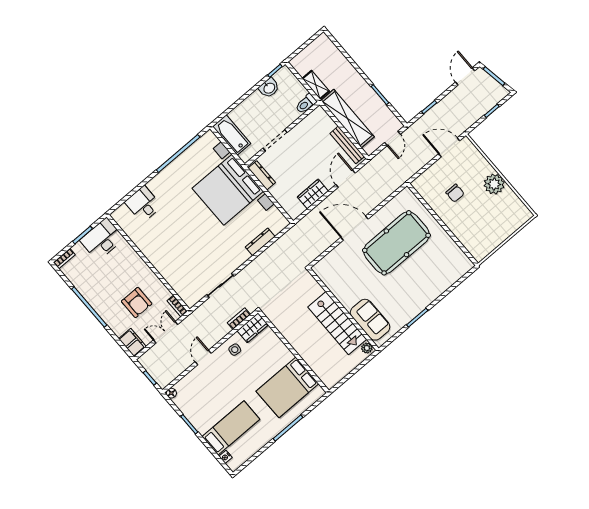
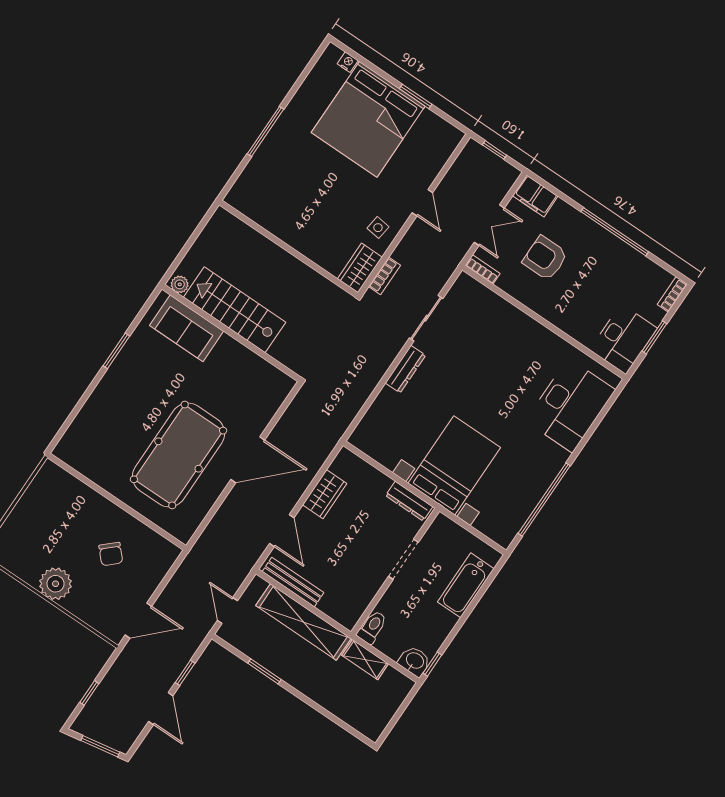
door: (465, 76) -> (161, 709), moved
washbasin: (269, 88) -> (415, 661), moved, turned 90
bathtub: (232, 135) -> (466, 585), moved, turned 90
bed with nightstands: (228, 190) -> (454, 465), width x0.73
chair: (455, 193) -> (111, 554), turned -133
desk: (143, 204) -> (570, 405), width x1.87, depth x1.30
dresser: (260, 242) -> (405, 369), moved
bed: (287, 387) -> (283, 192), removed
floor lamp: (171, 393) -> (456, 136), removed
bed: (231, 428) -> (368, 119), width x2.04

